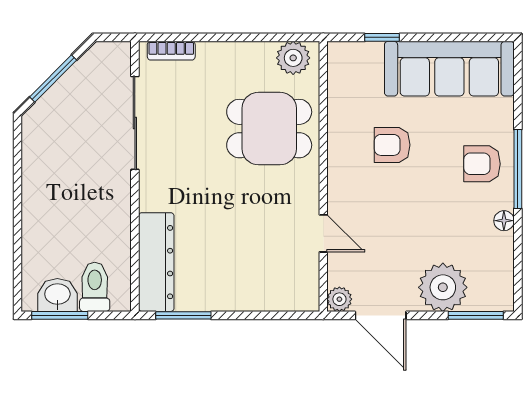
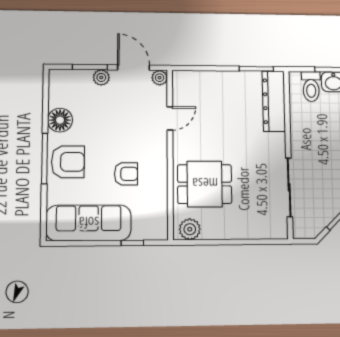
bookcase: (171, 51) -> (267, 233), removed
armchair: (482, 164) -> (68, 162), width x1.38, depth x1.38
floor lamp: (504, 221) -> (60, 120), width x1.89, depth x1.89
door: (323, 233) -> (170, 118), swing flipped
plant: (443, 287) -> (101, 77), width x0.53, depth x0.53
window: (476, 315) -> (90, 67), moved

